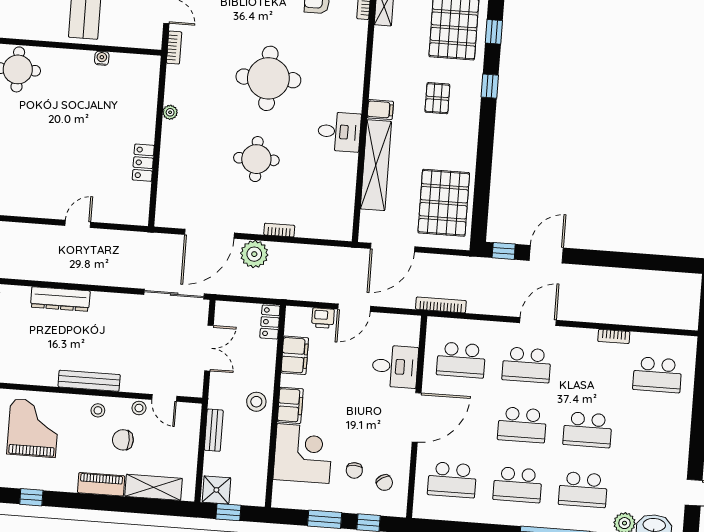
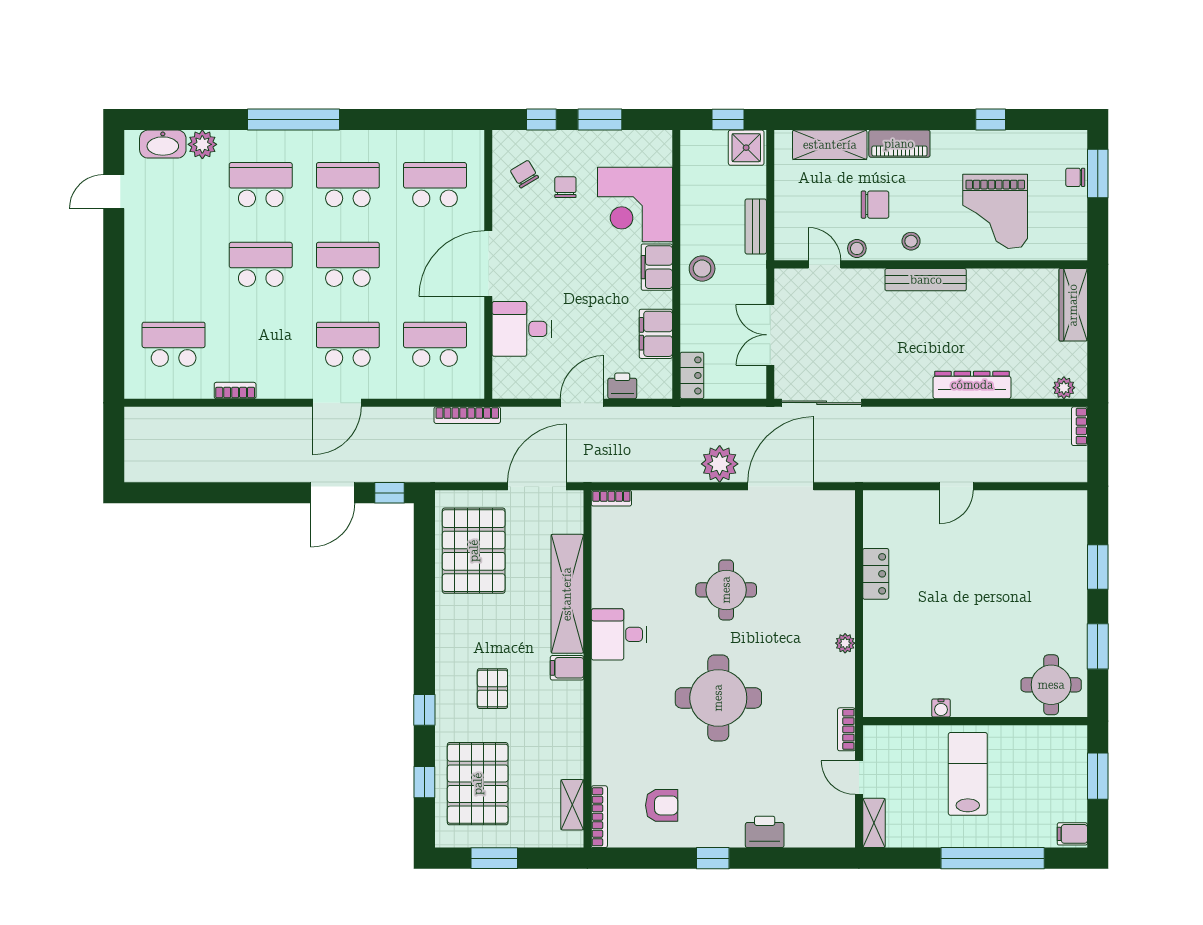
bookcase: (279, 230) -> (611, 498), moved

